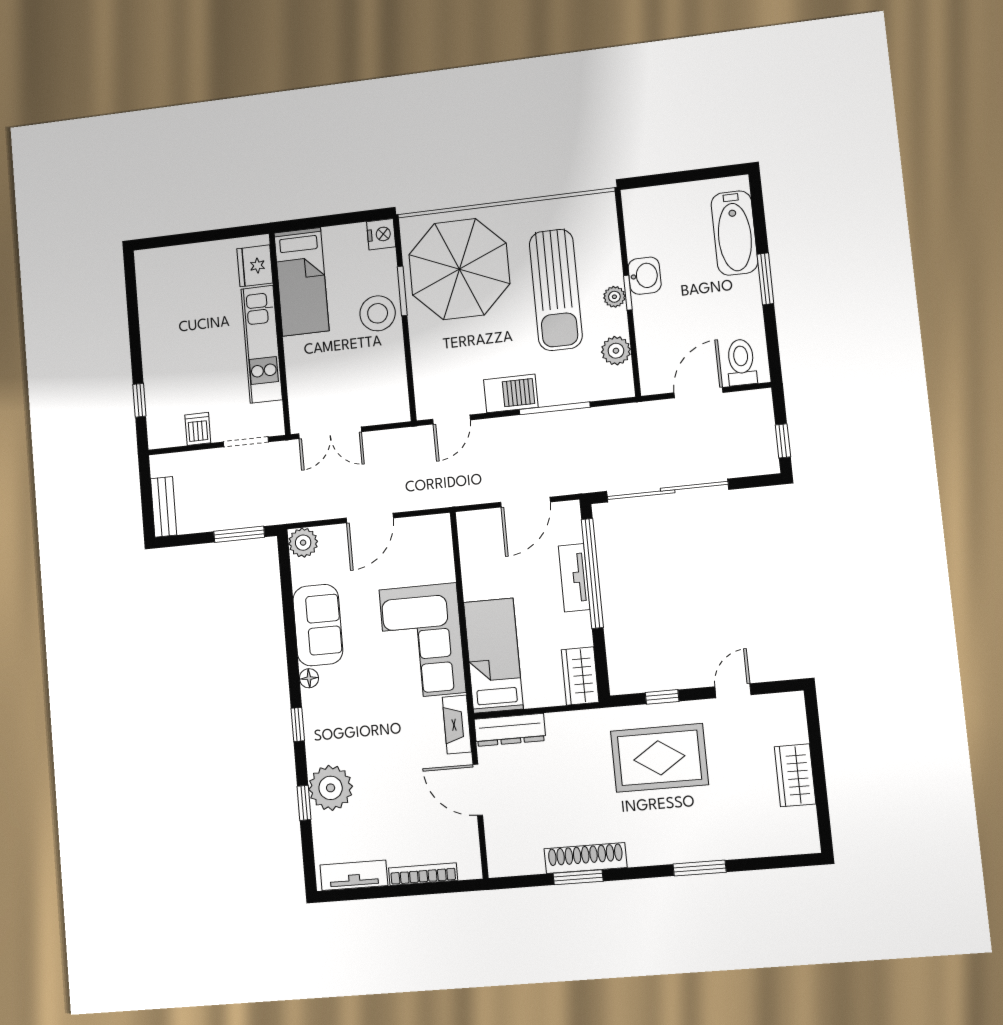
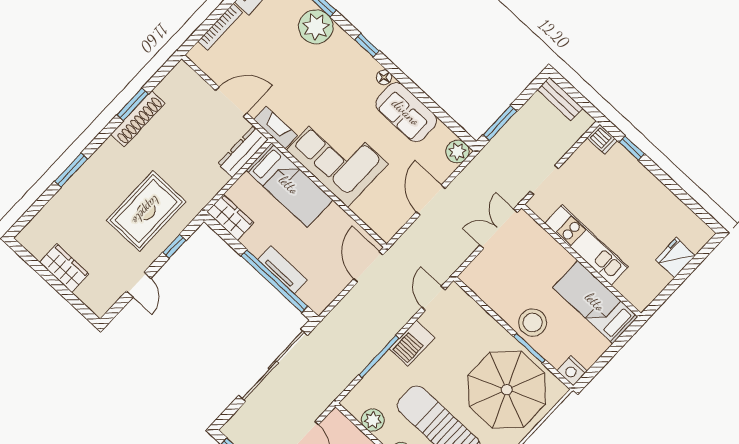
fridge: (255, 266) -> (675, 258), moved, turned -90
dishwasher: (198, 429) -> (602, 139), moved
door: (525, 502) -> (368, 267), moved

